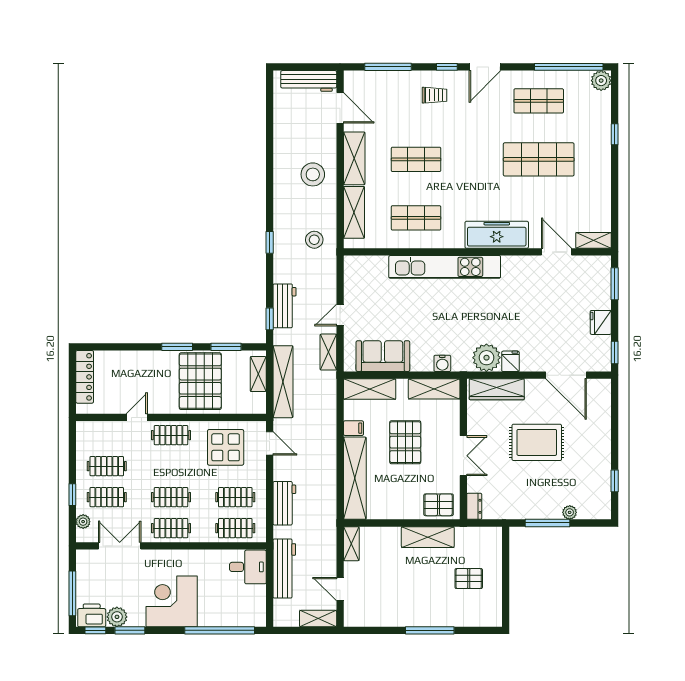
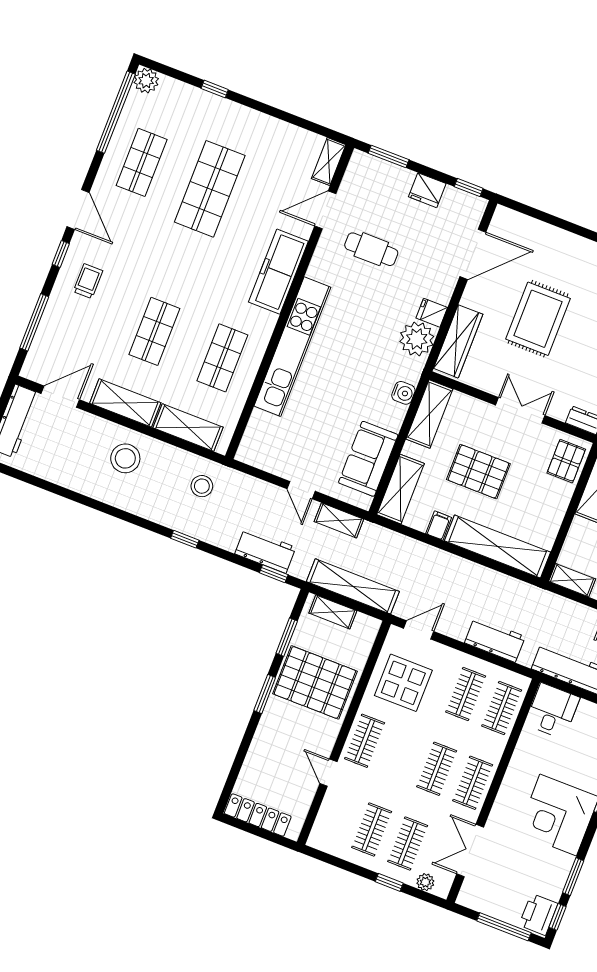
cafe table: (540, 298) -> (371, 249), added
plant: (117, 617) -> (552, 886), removed

